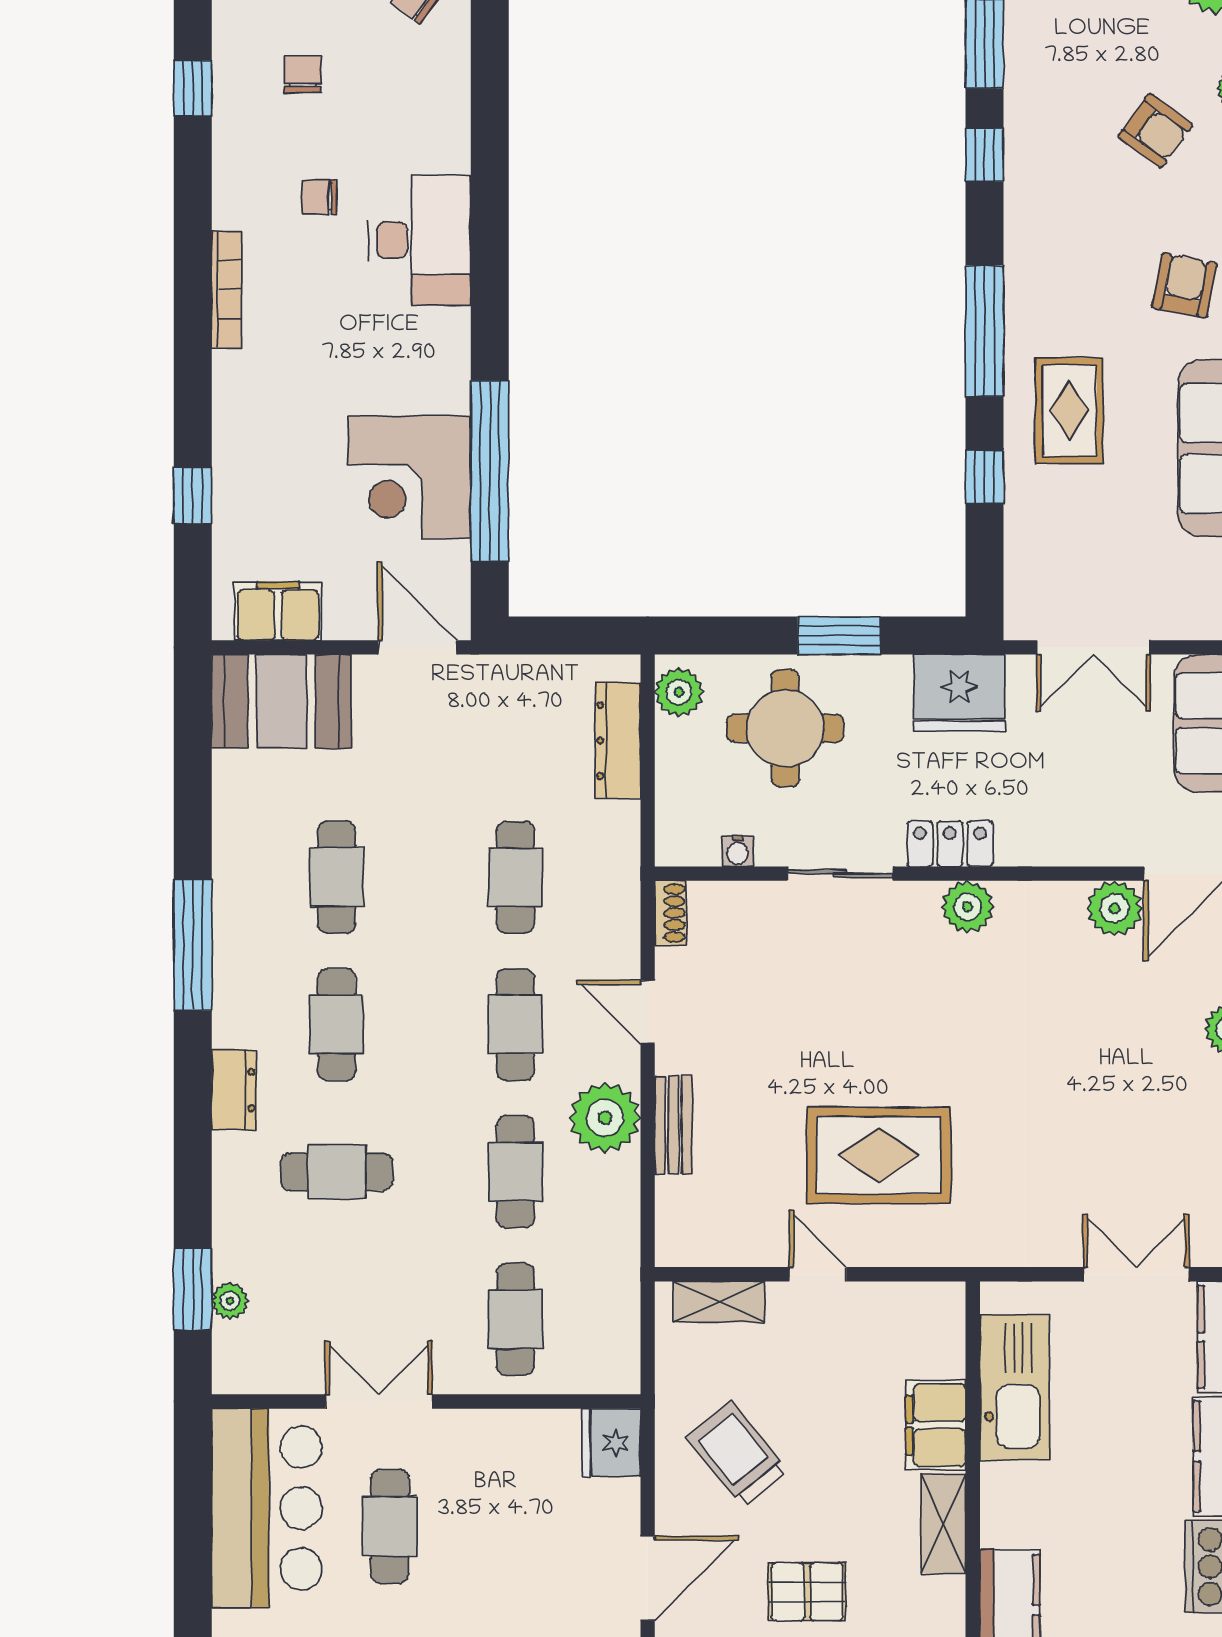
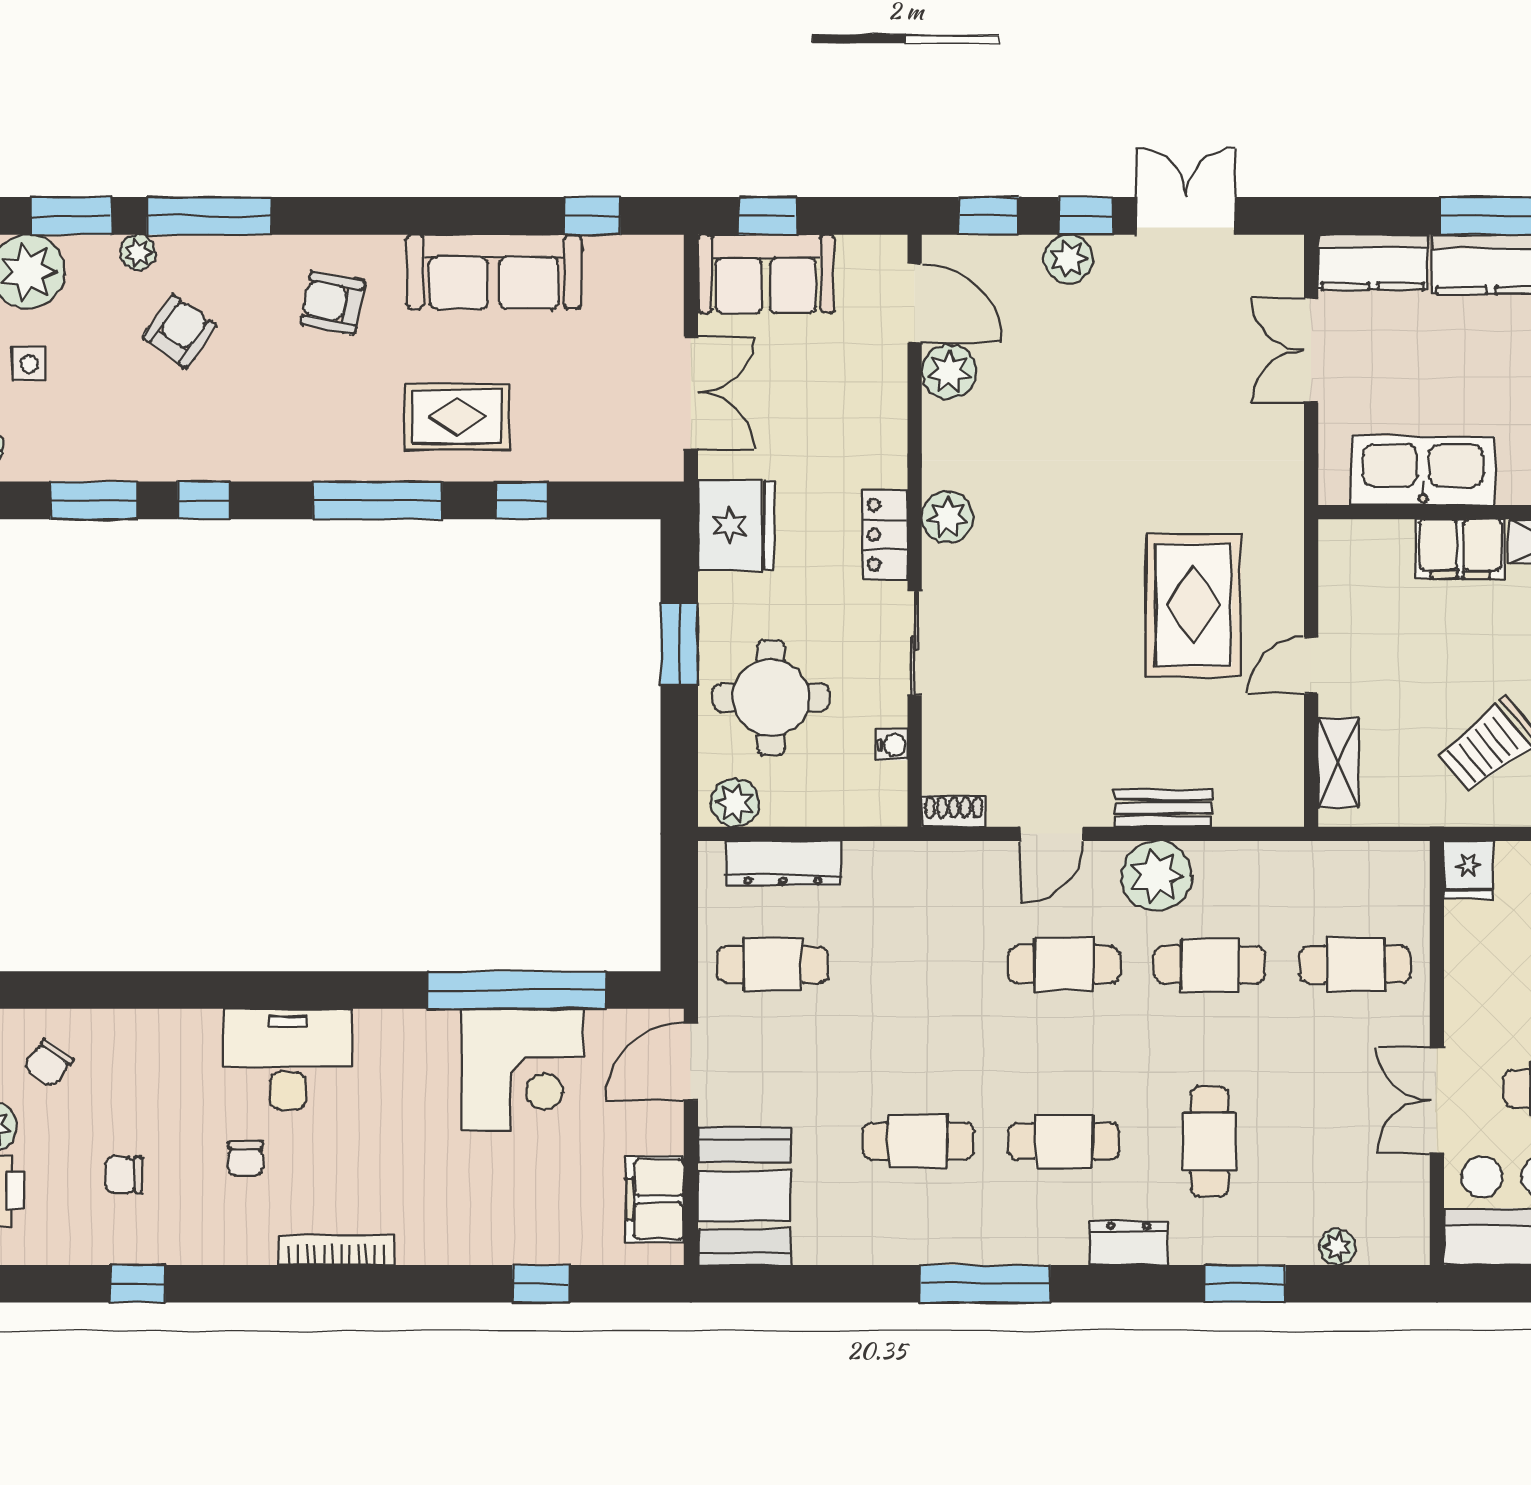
cafe table: (515, 877) -> (772, 965), moved
window: (193, 1289) -> (1245, 1284), moved
fridge: (611, 1443) -> (1468, 870), width x0.72

